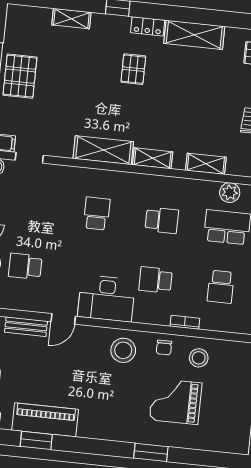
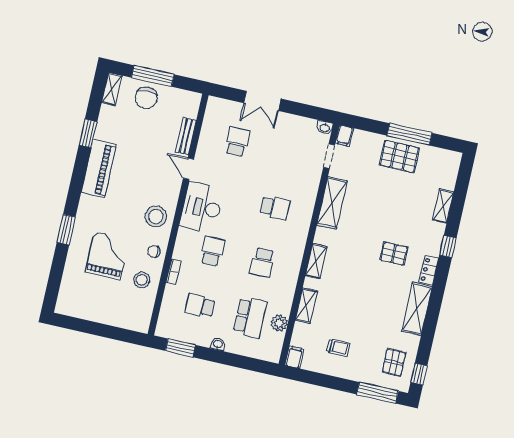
shelving: (103, 150) -> (332, 203), moved
piano: (45, 420) -> (99, 169), moved

